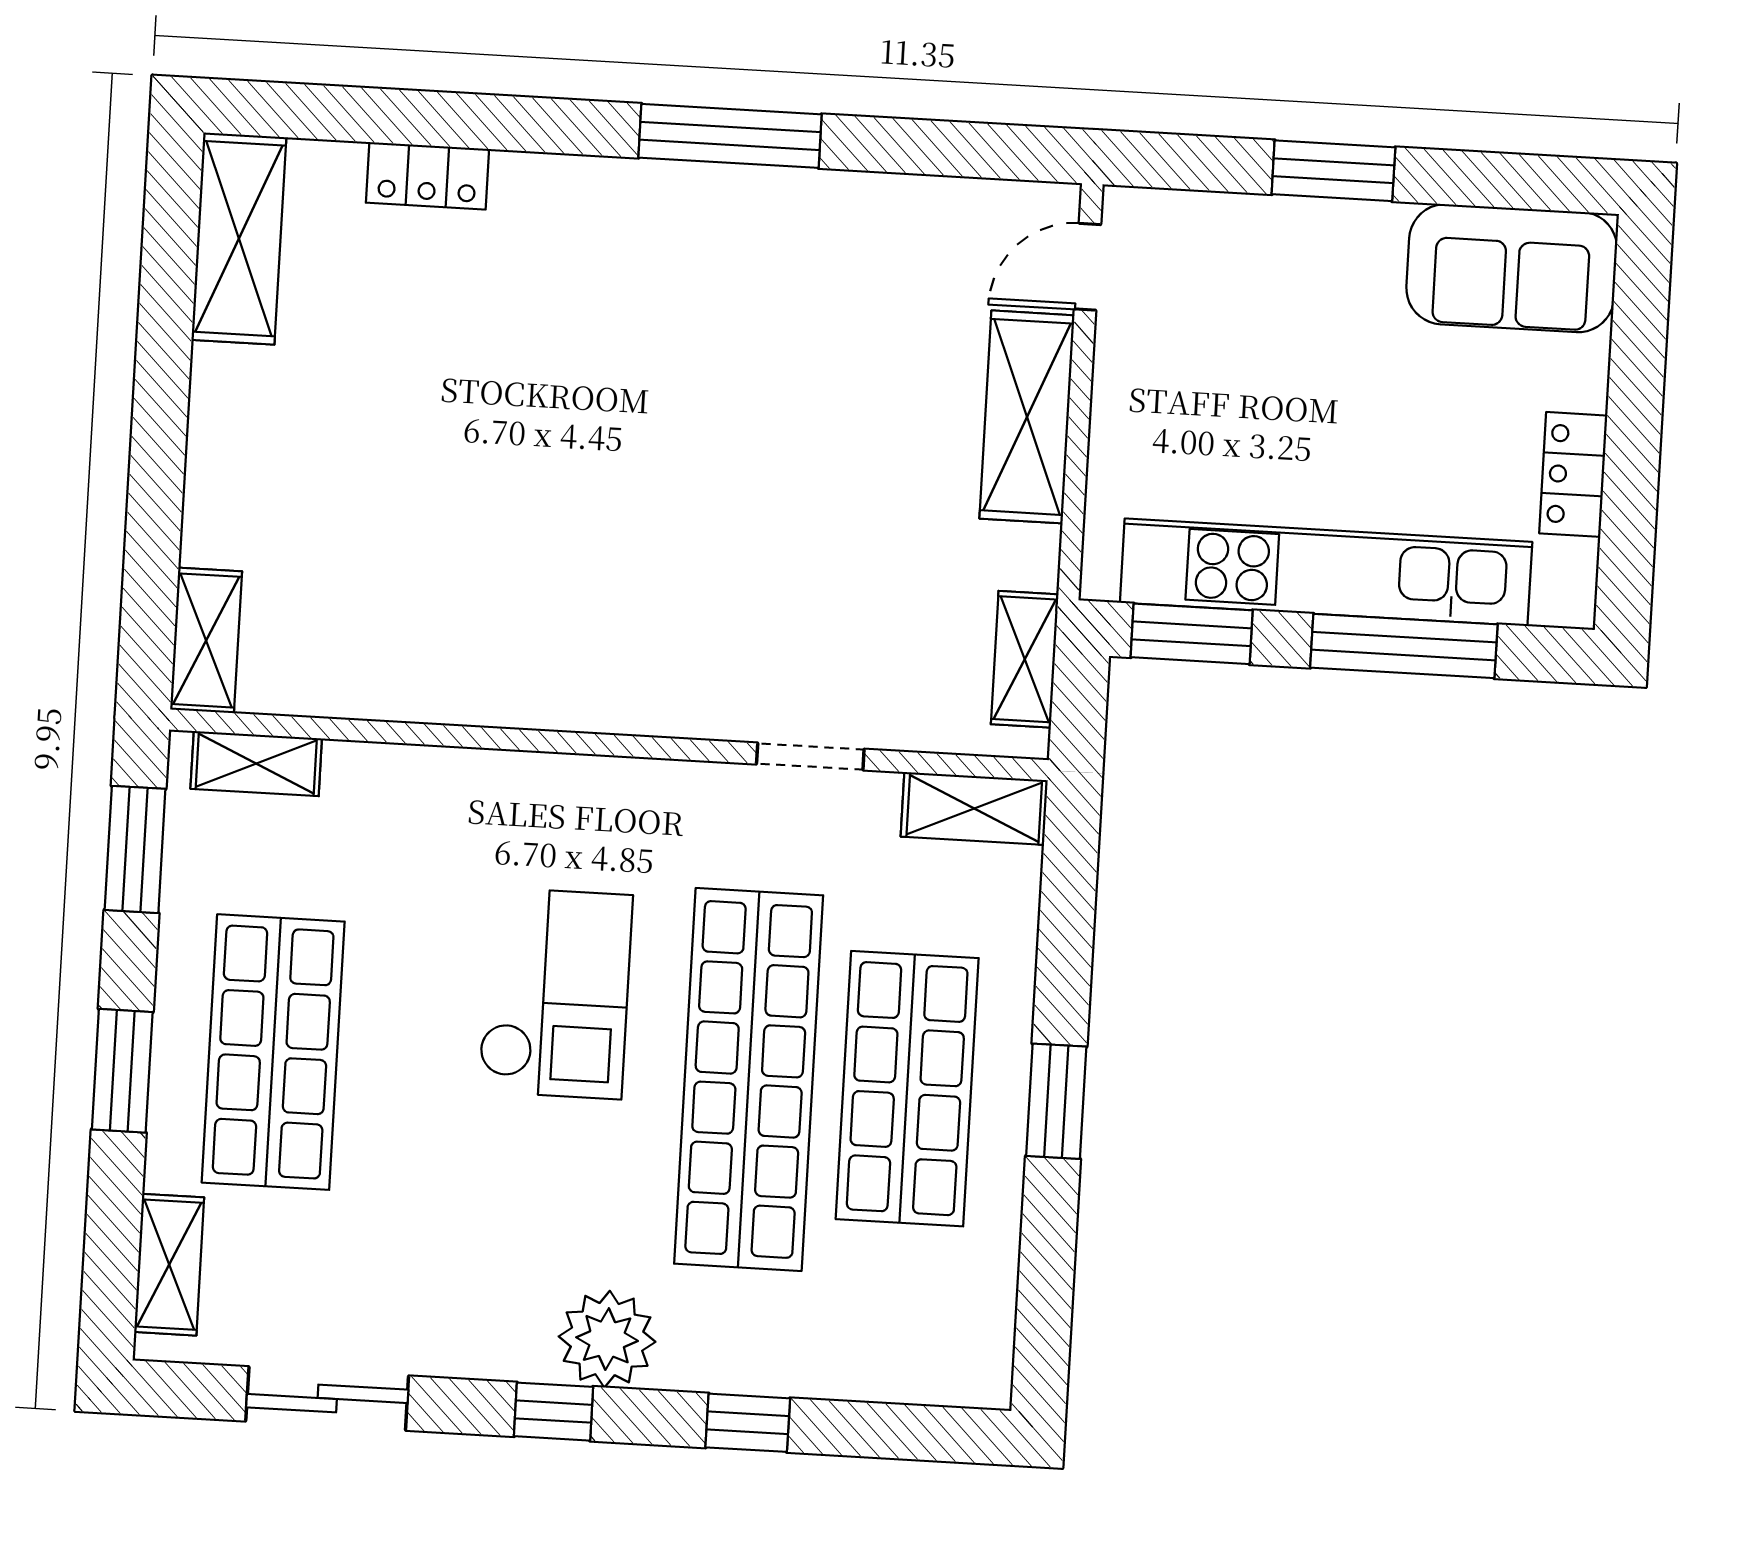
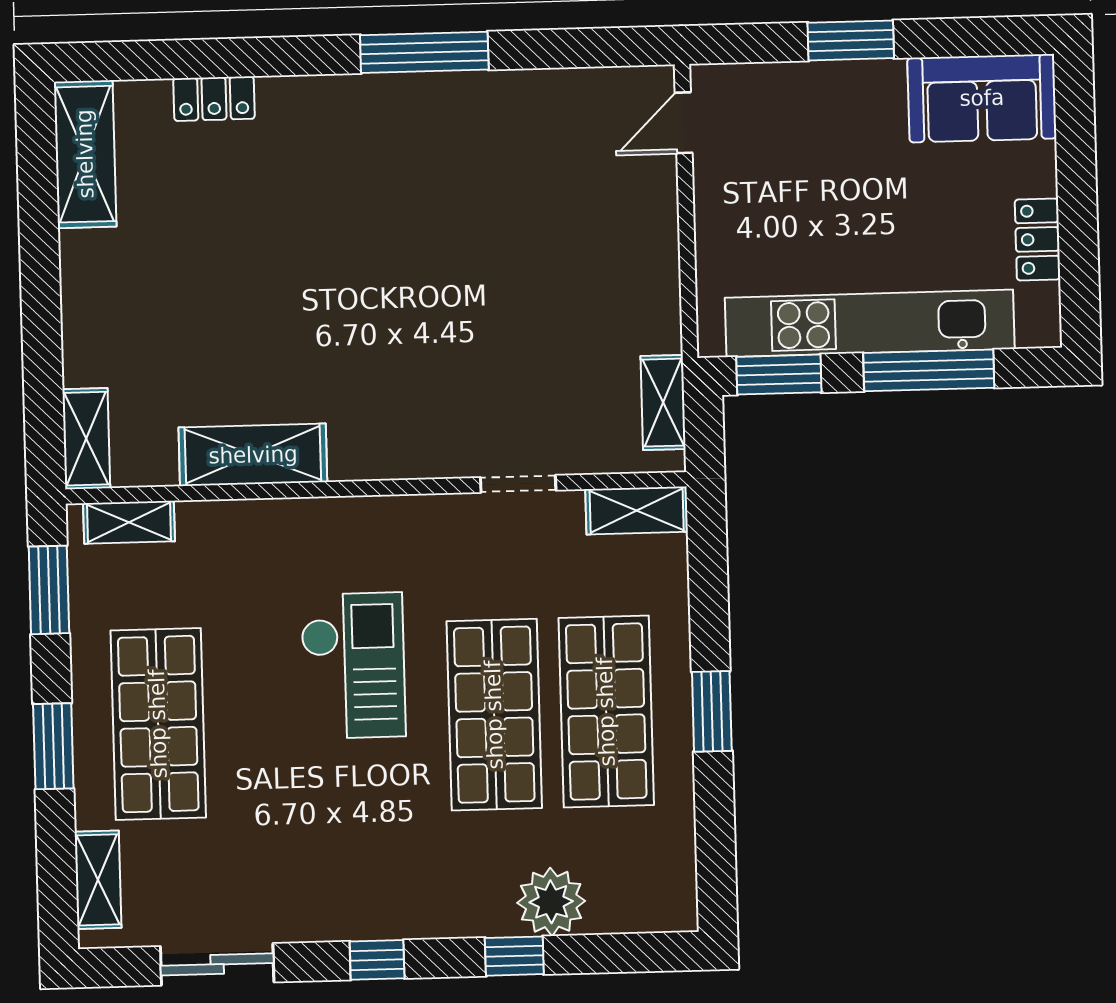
shelving: (1027, 417) -> (253, 455), moved, turned 90
shop shelf: (749, 1079) -> (494, 715), width x0.71
plant: (607, 1339) -> (551, 902), moved

